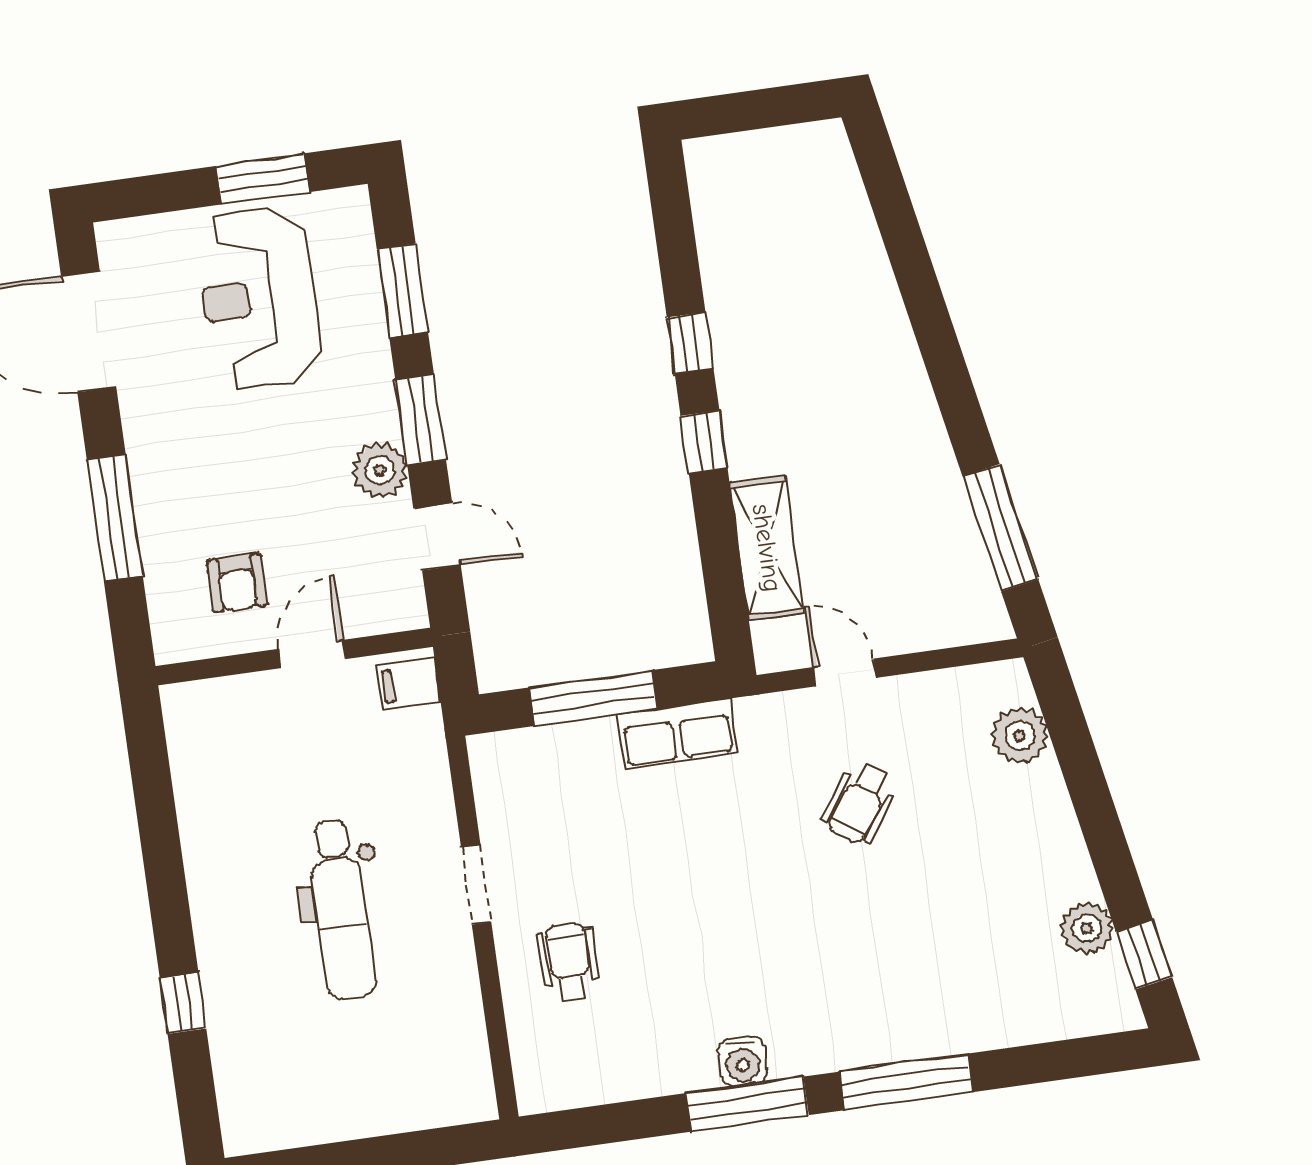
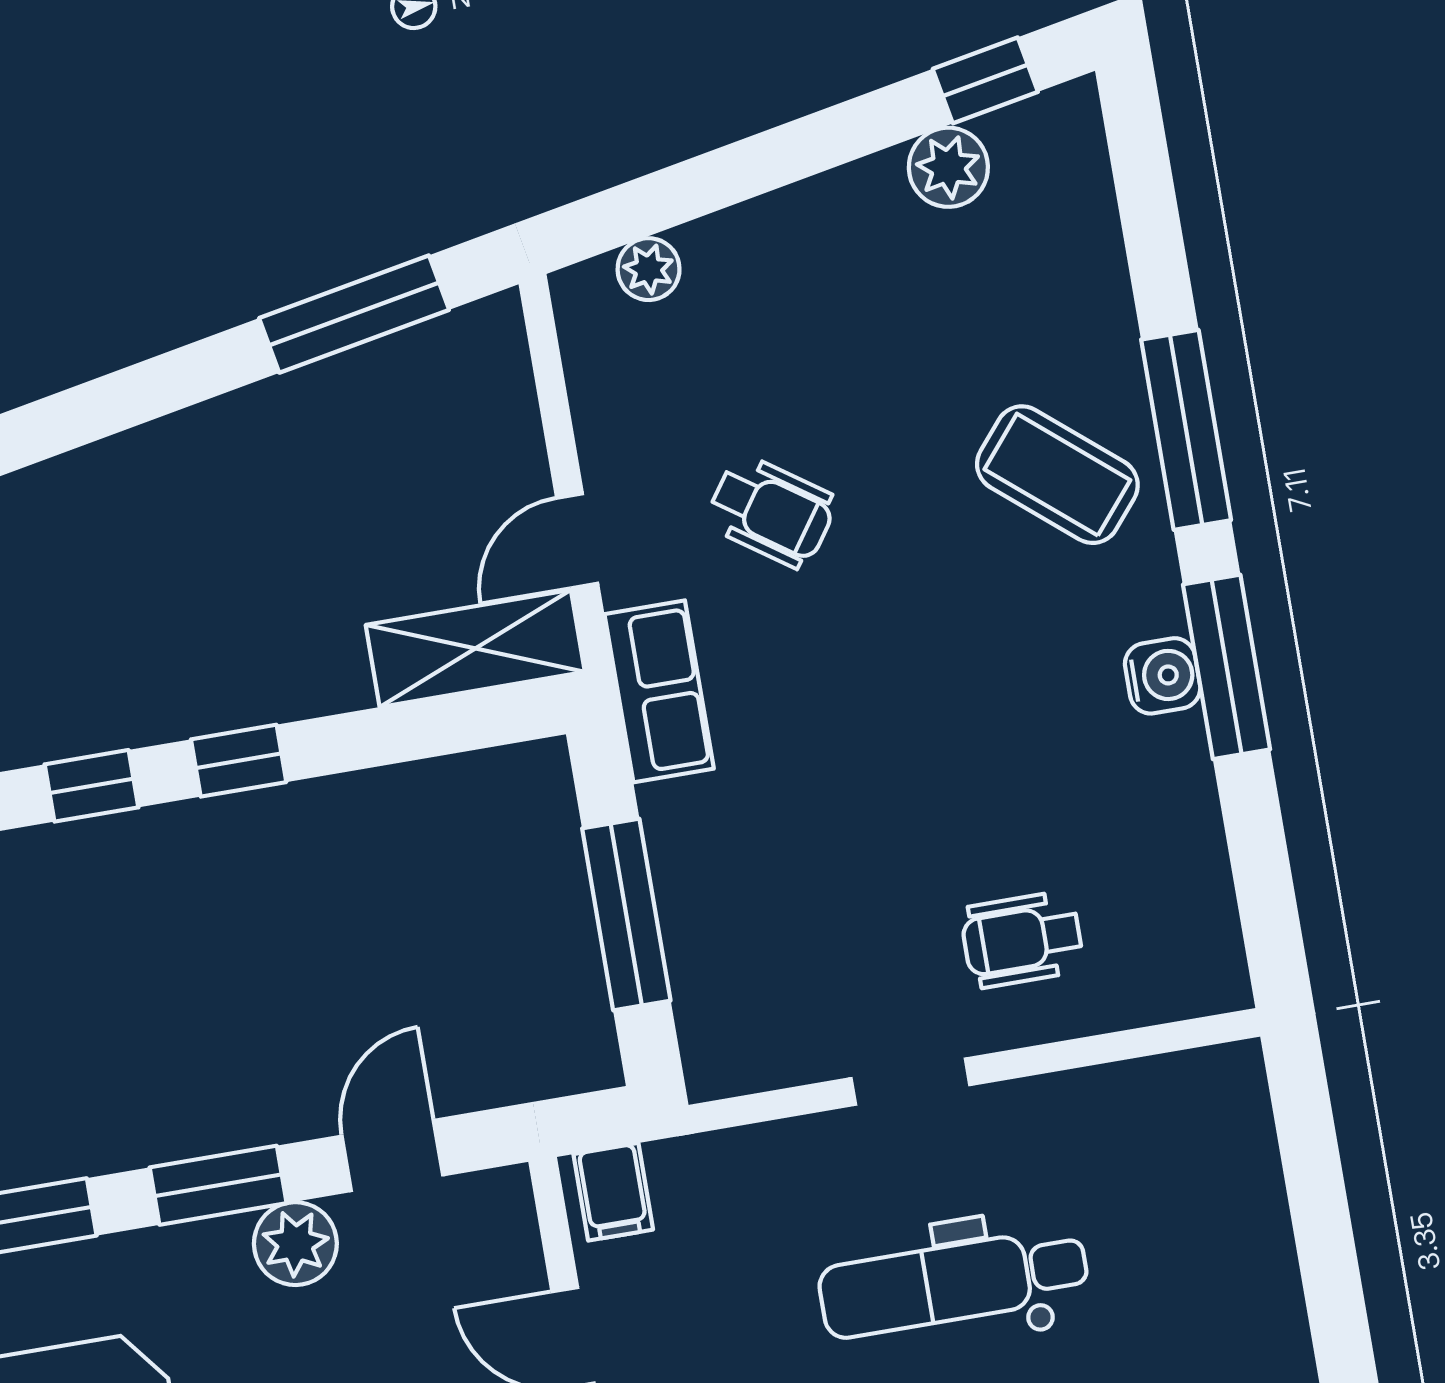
shelving: (767, 548) -> (475, 648), moved
row of seats: (677, 733) -> (659, 691), moved
plant: (1020, 735) -> (649, 269), width x0.73, depth x0.73
dental chair: (341, 909) -> (954, 1283), turned 180
coffee table: (879, 995) -> (1057, 475), added

